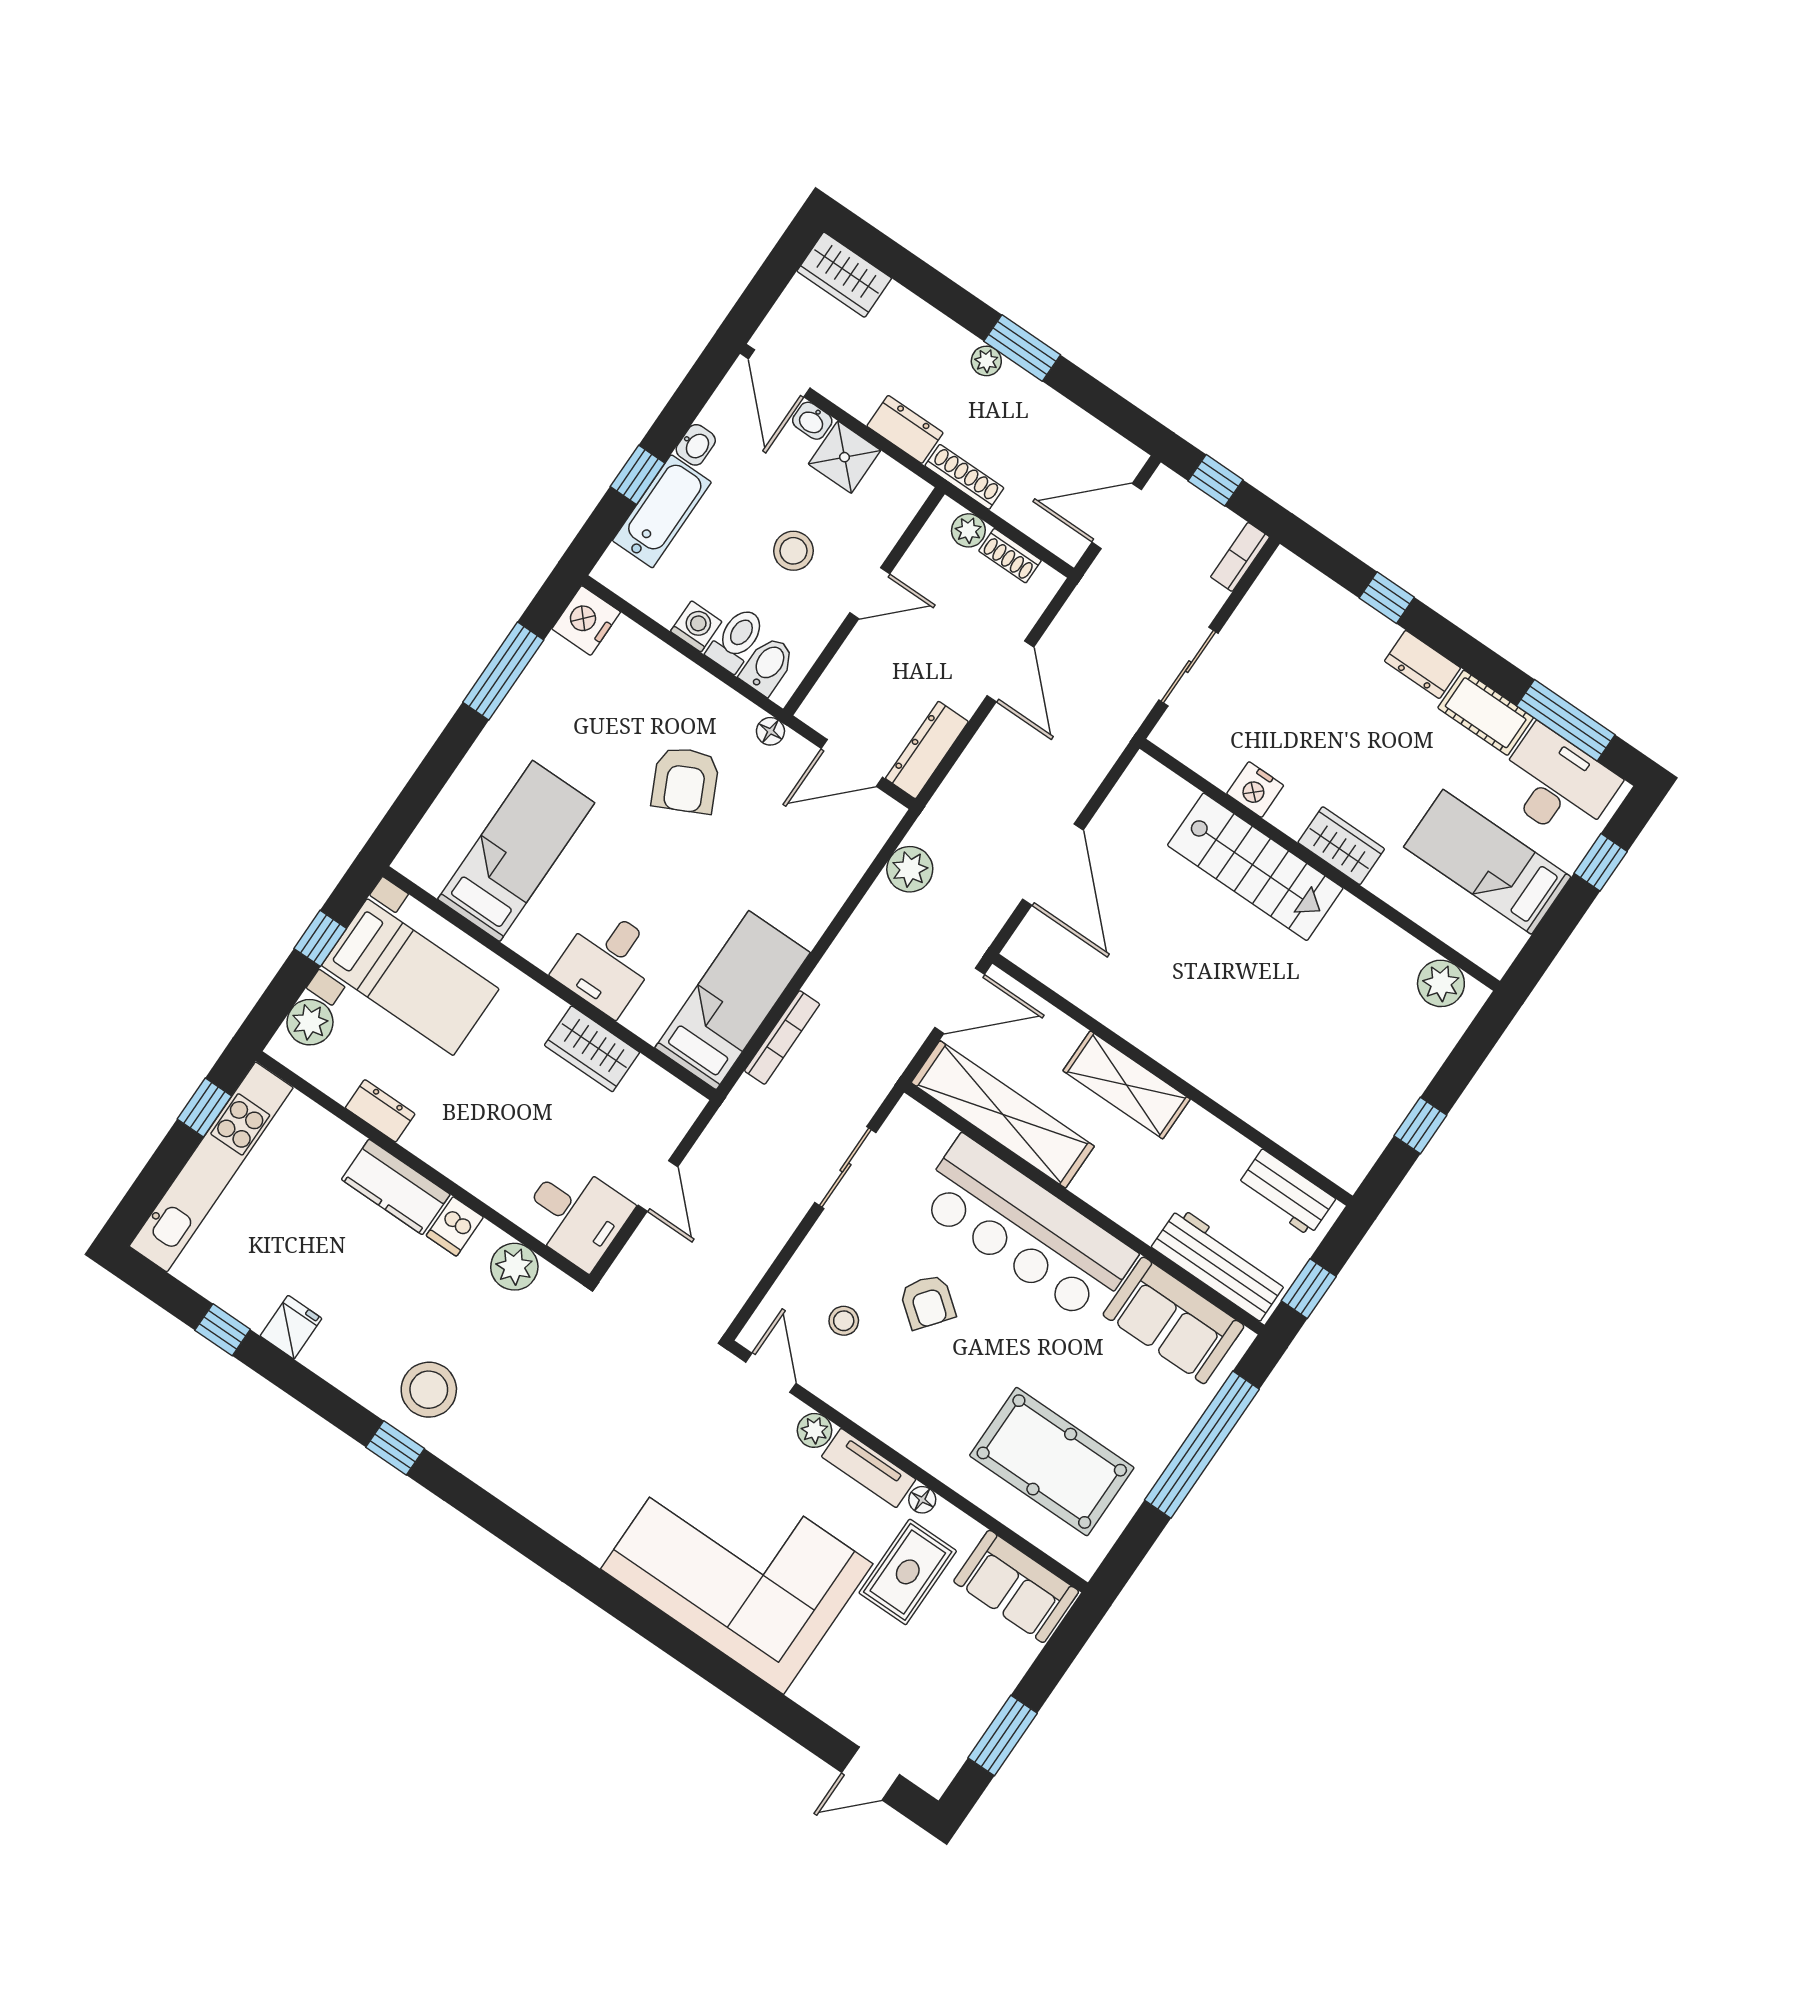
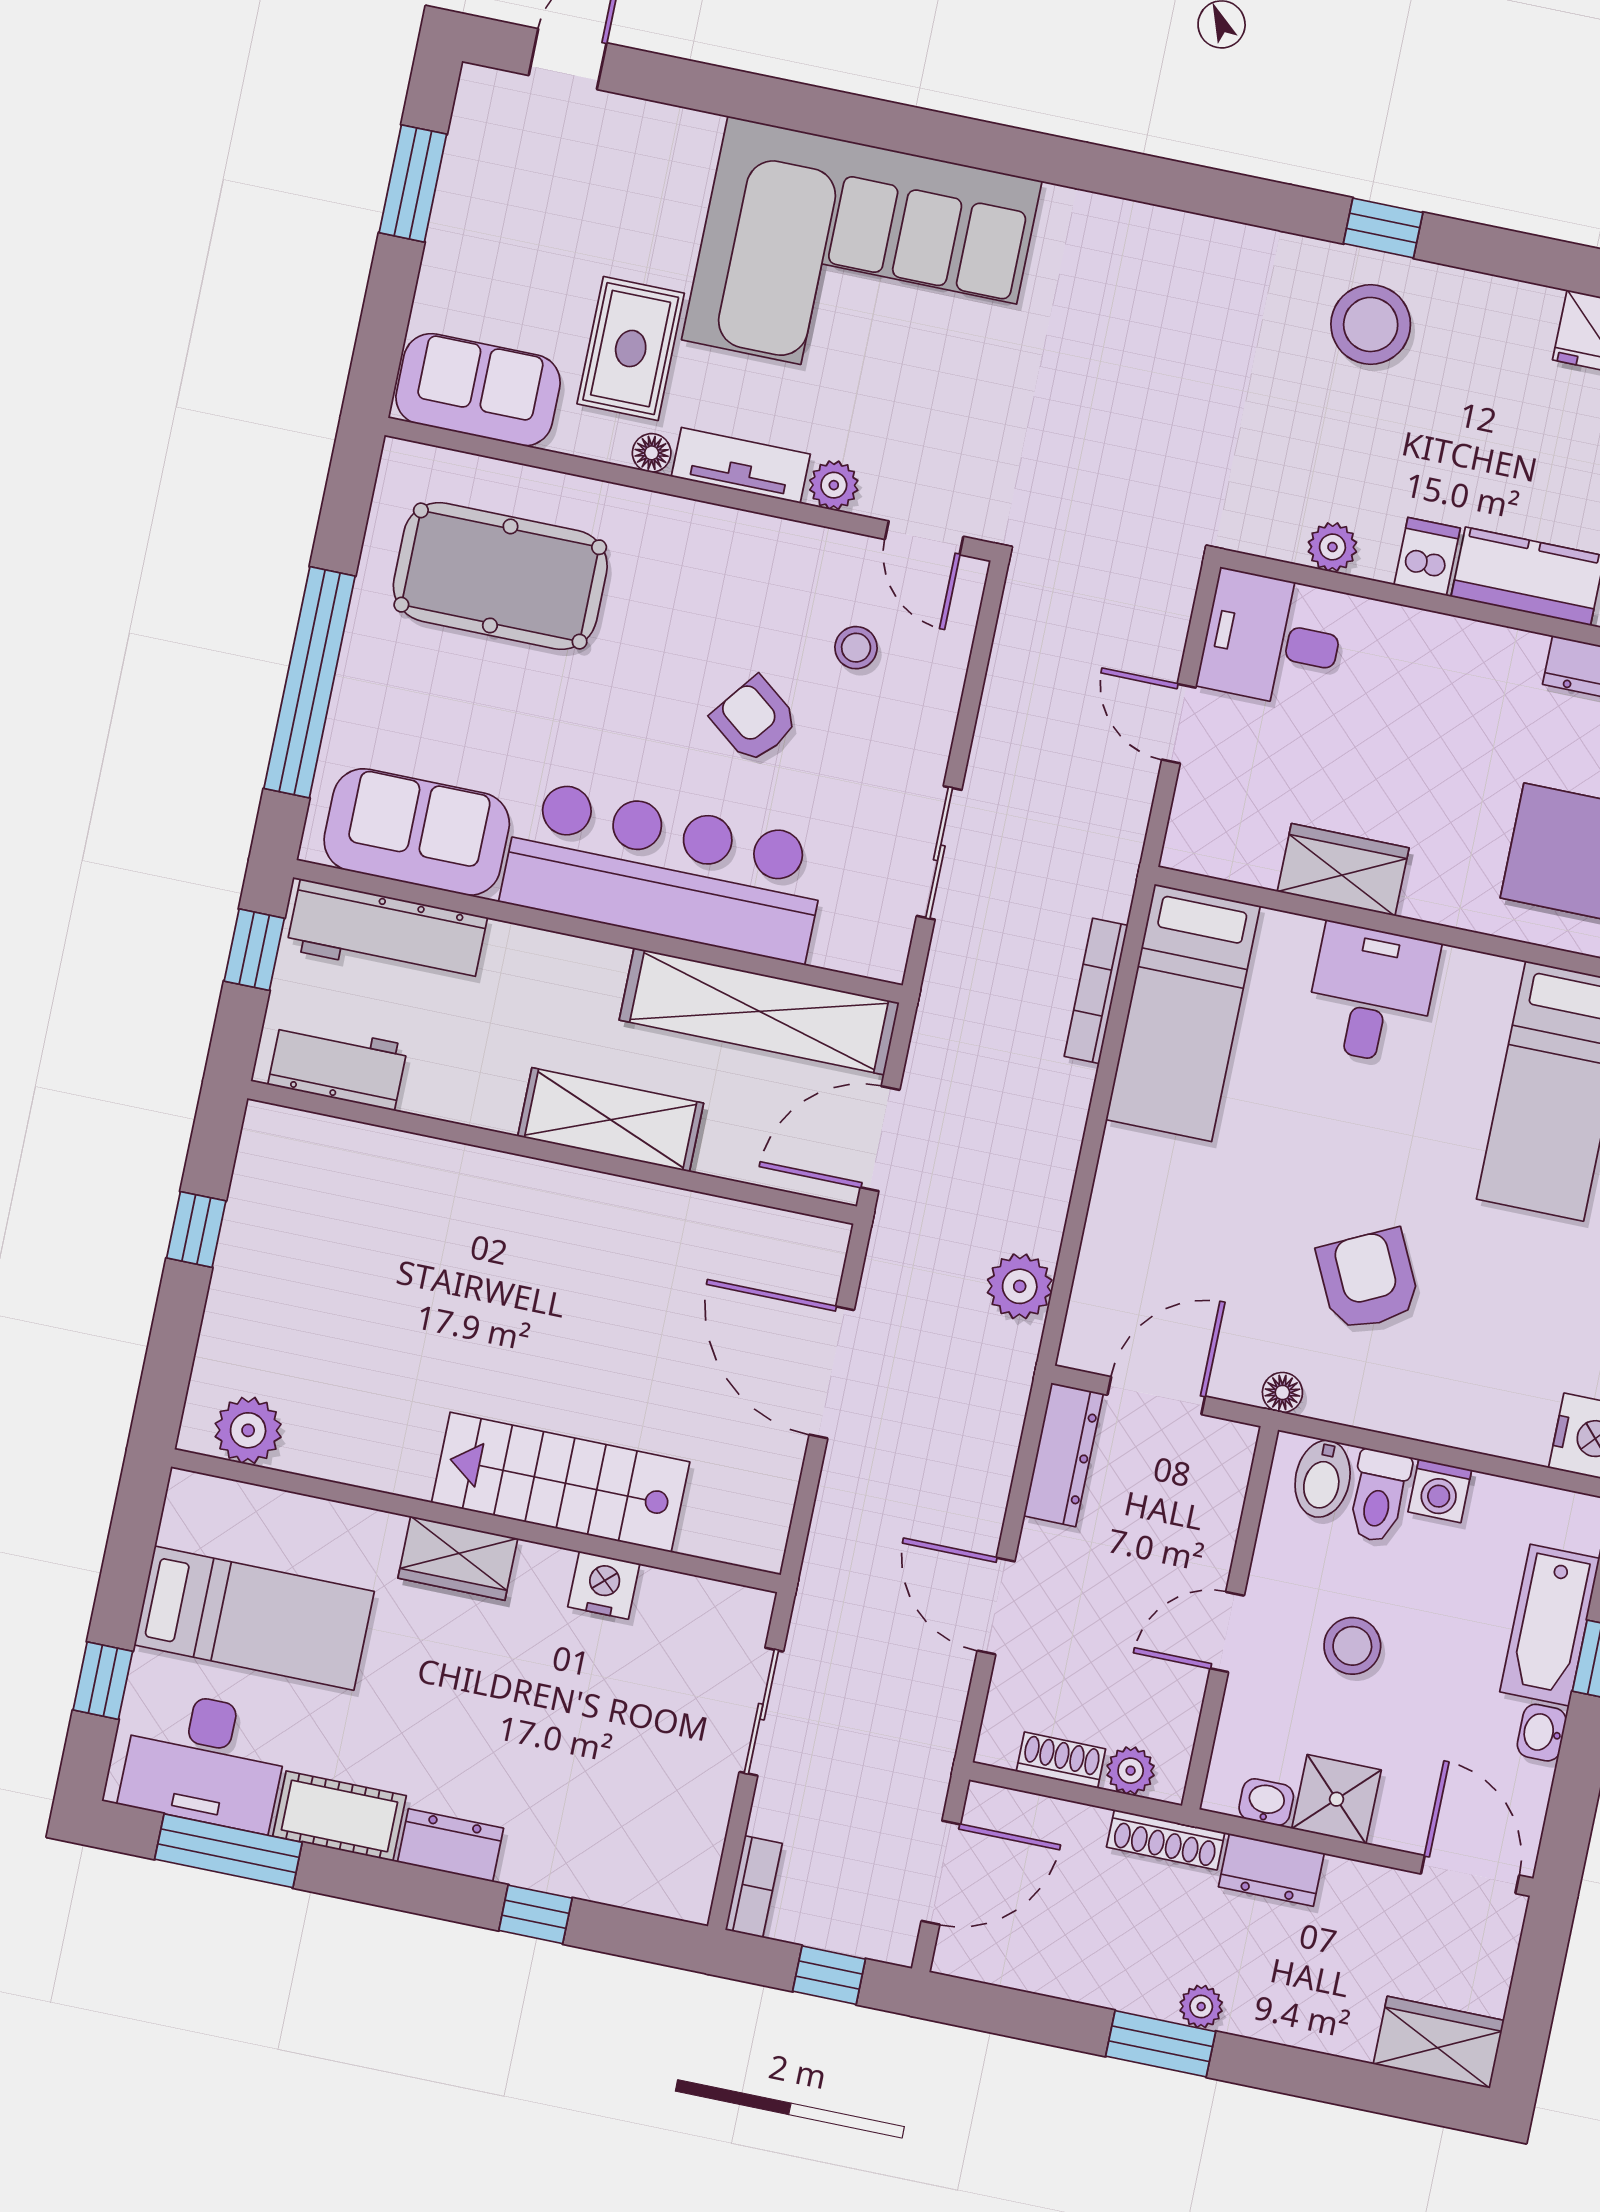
washbasin: (812, 421) -> (1266, 1802), moved
plant: (514, 1267) -> (1332, 547), width x0.73, depth x0.73

